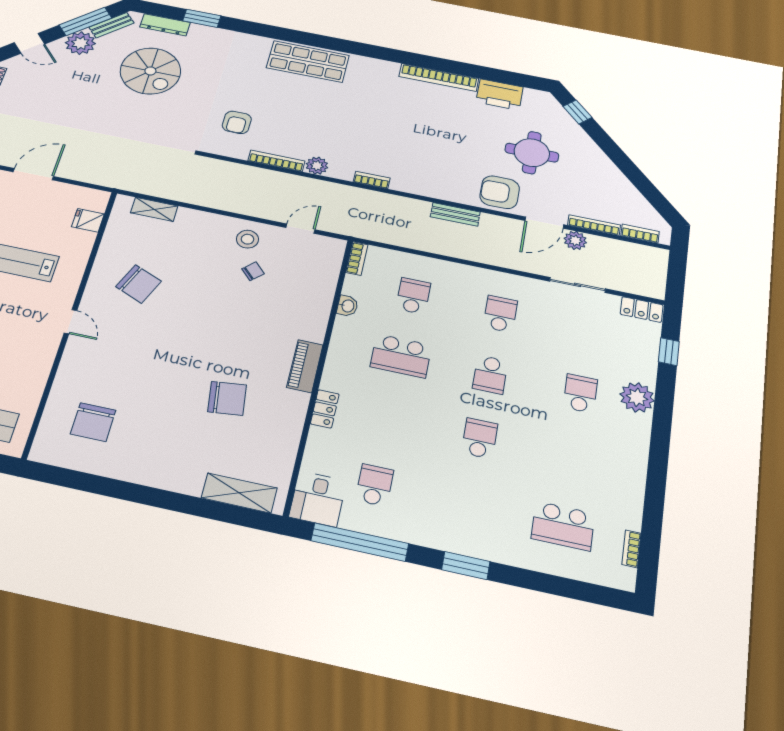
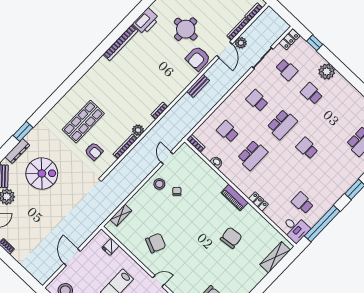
shop shelf: (308, 62) -> (83, 122), moved
school desk: (588, 332) -> (287, 70), added
school desk: (490, 375) -> (282, 124), width x1.85

